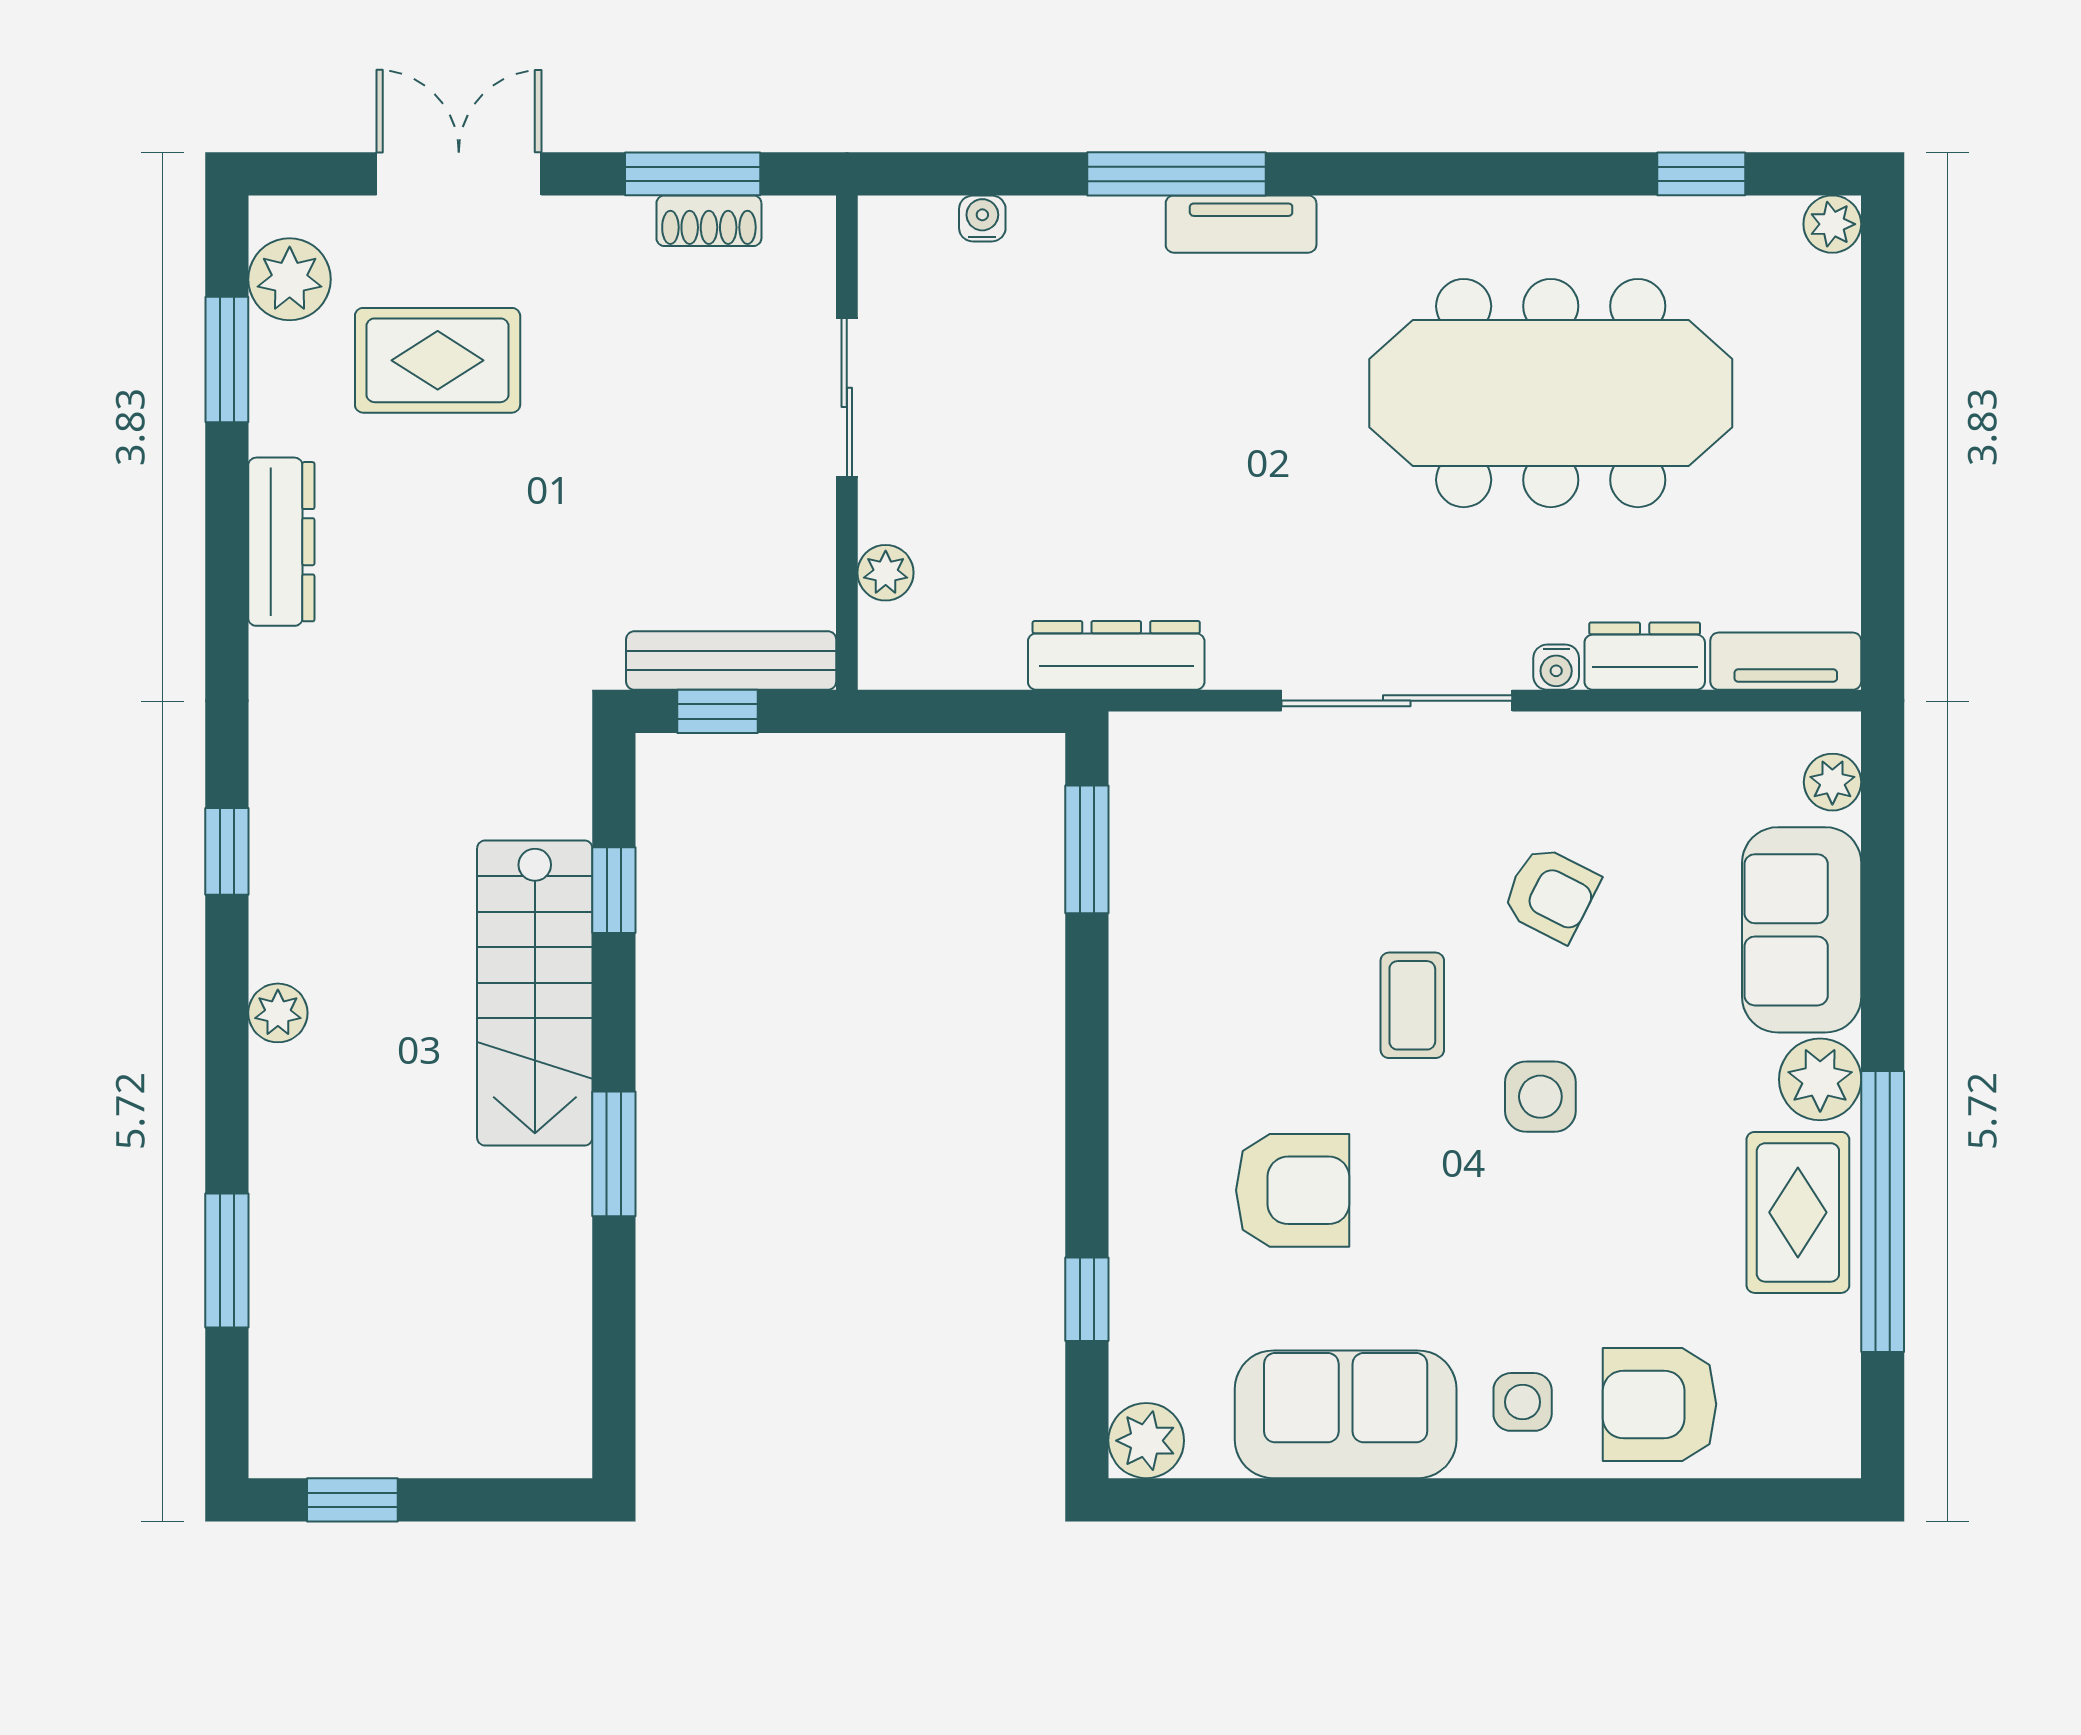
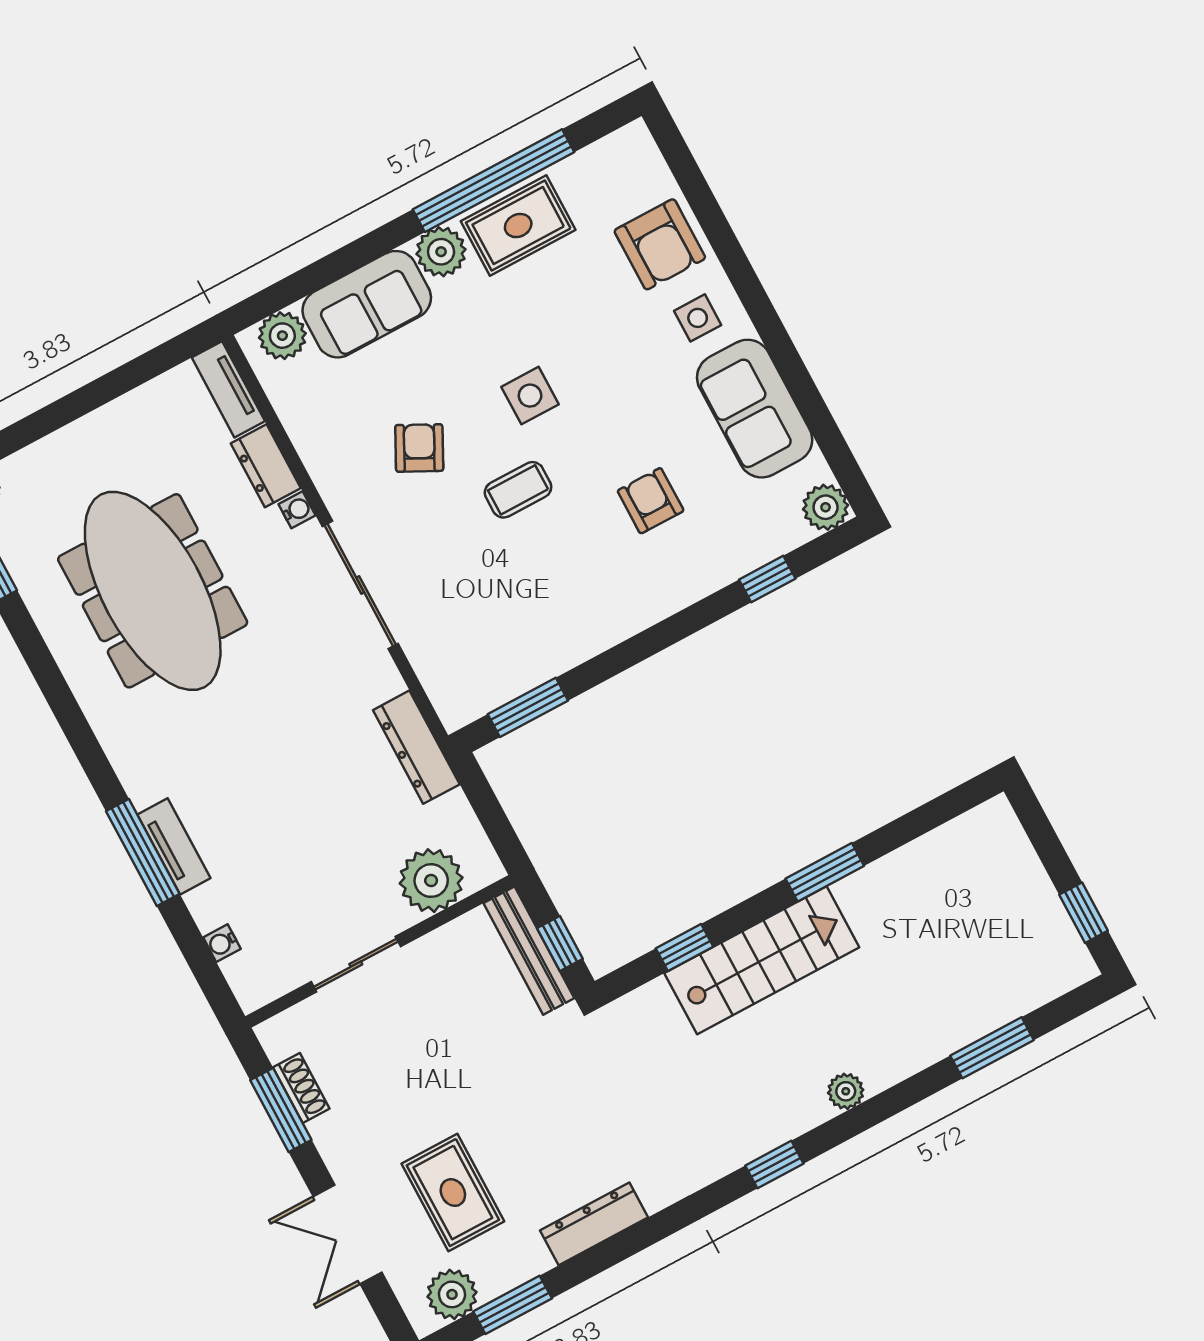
tv unit: (1241, 224) -> (174, 846), moved
plant: (886, 573) -> (431, 881), width x1.88, depth x1.88
plant: (1832, 782) -> (282, 336), width x1.38, depth x1.38
armchair: (1293, 1190) -> (651, 501), width x0.72, depth x0.72

